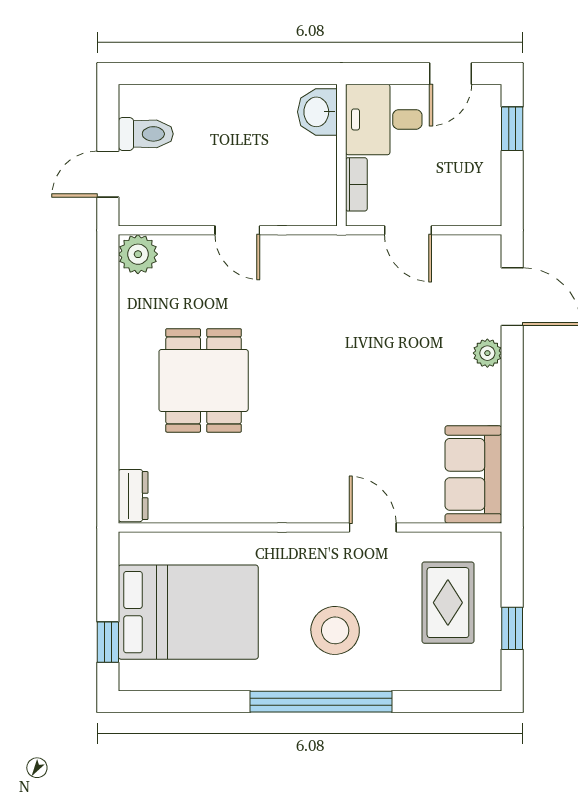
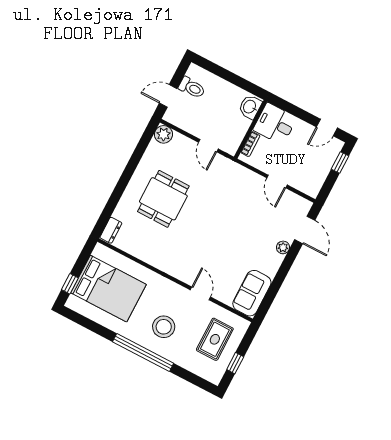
washbasin: (317, 112) -> (250, 107), moved
desk: (384, 119) -> (275, 124), moved
wall: (341, 155) -> (251, 129), moved
bookcase: (356, 184) -> (250, 144), moved

